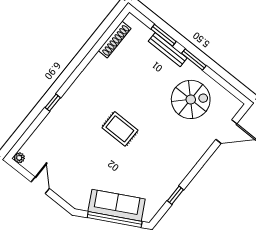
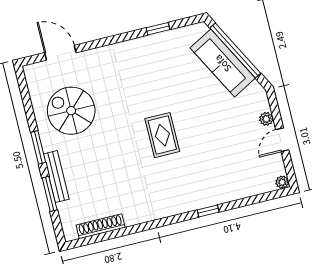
plant: (61, 191) -> (266, 119), added

